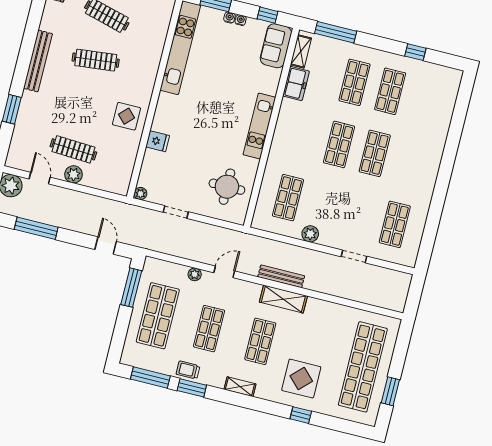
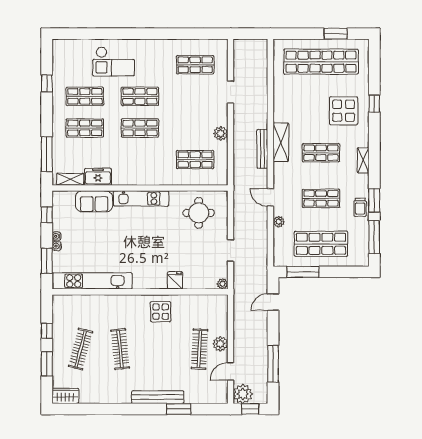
sofa: (276, 46) -> (94, 201), moved
bench: (38, 61) -> (158, 397), moved
checkout: (421, 133) -> (114, 62), added

